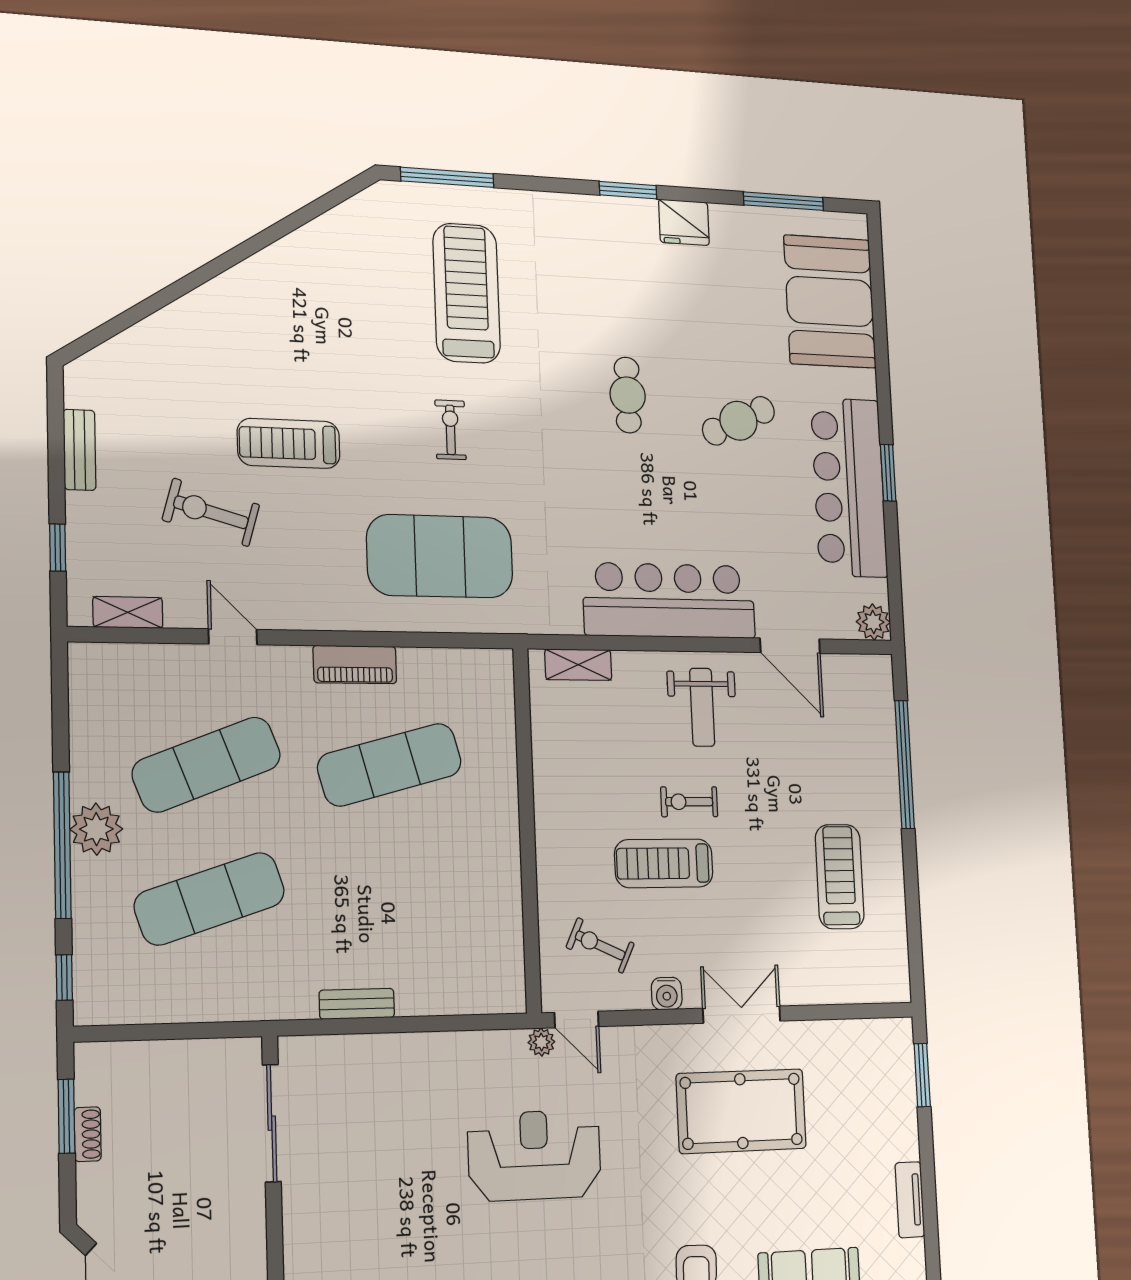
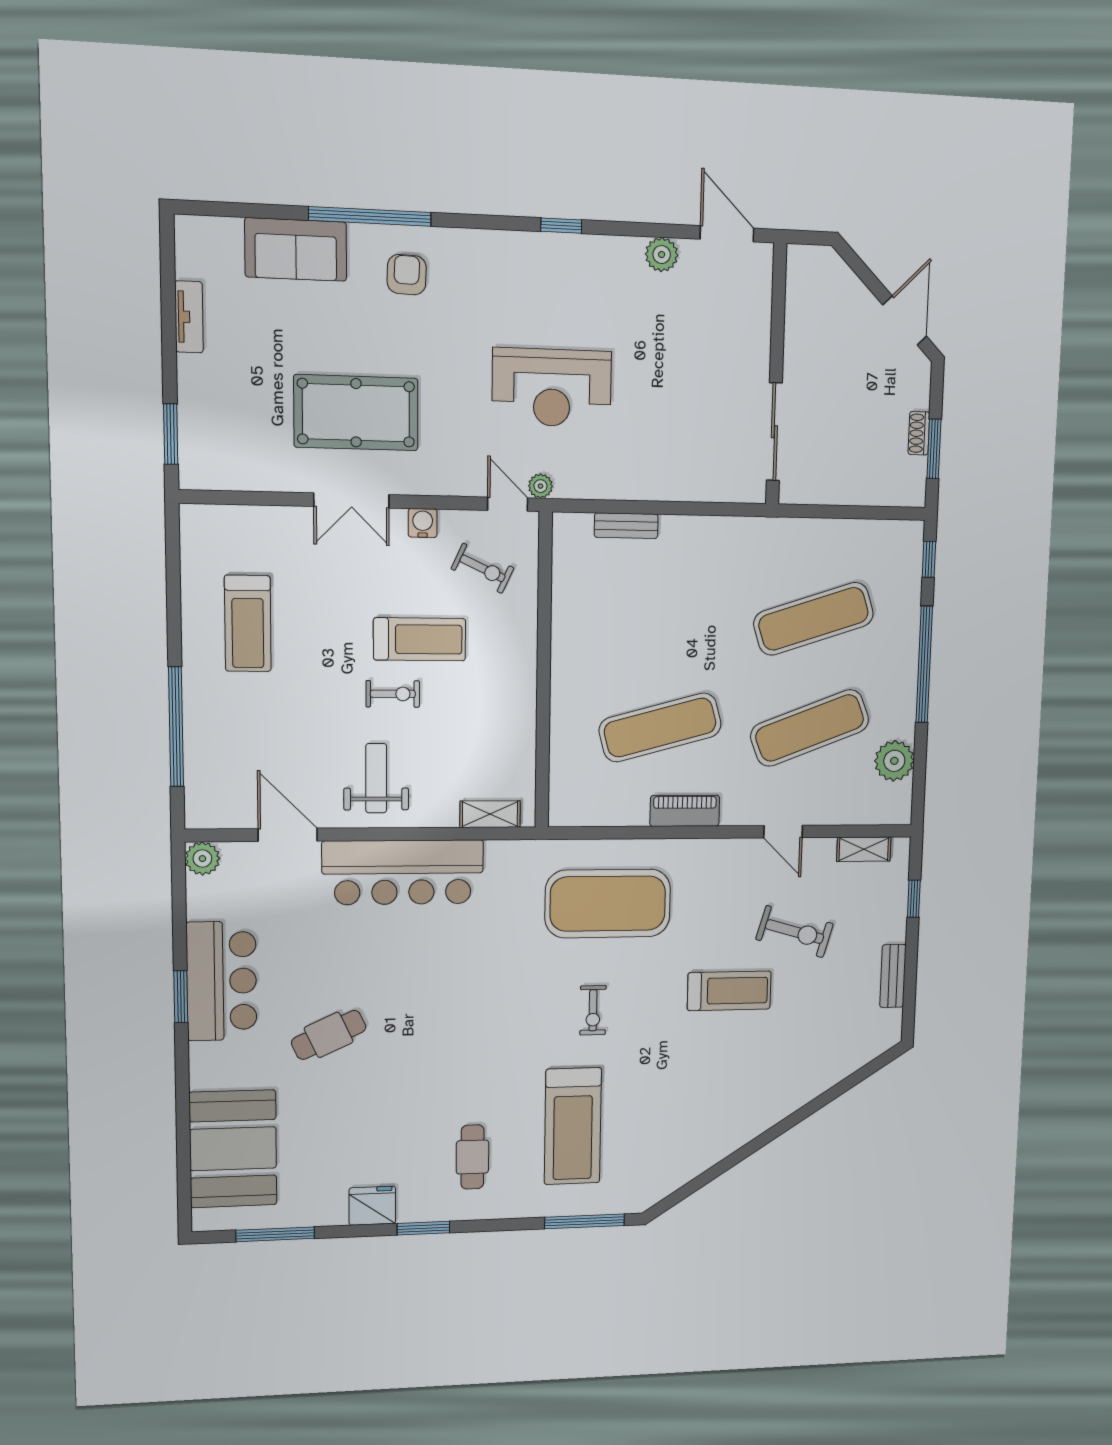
cafe table: (628, 395) -> (472, 1157), moved
bar counter: (849, 487) -> (222, 981), width x0.73
plant: (96, 829) -> (894, 761), moved
bench: (357, 1004) -> (626, 526), moved

